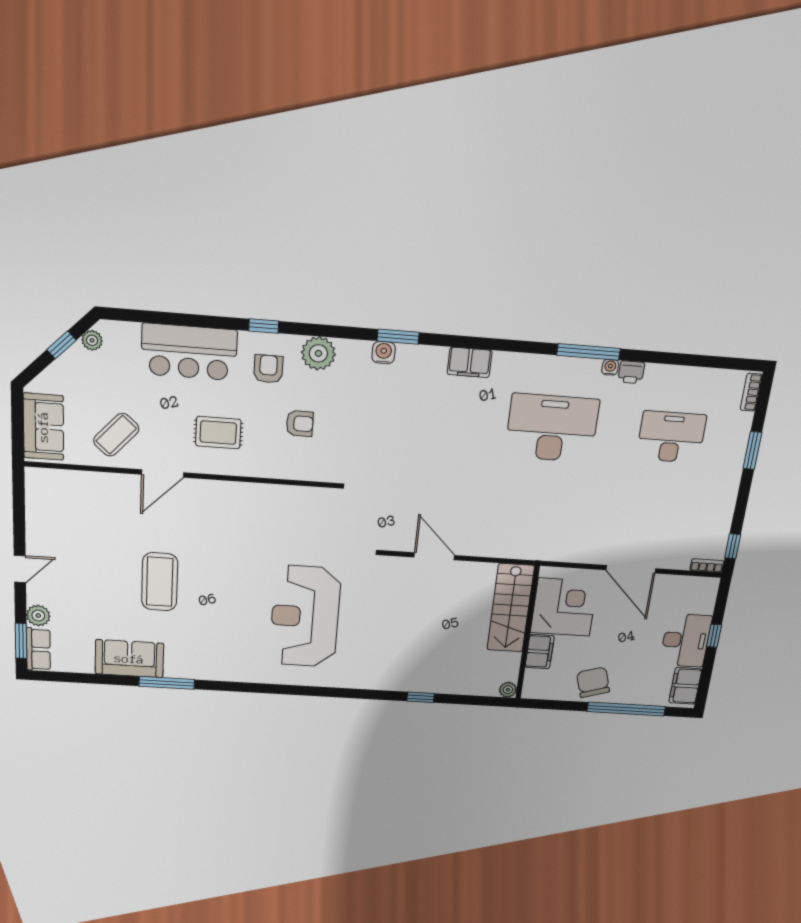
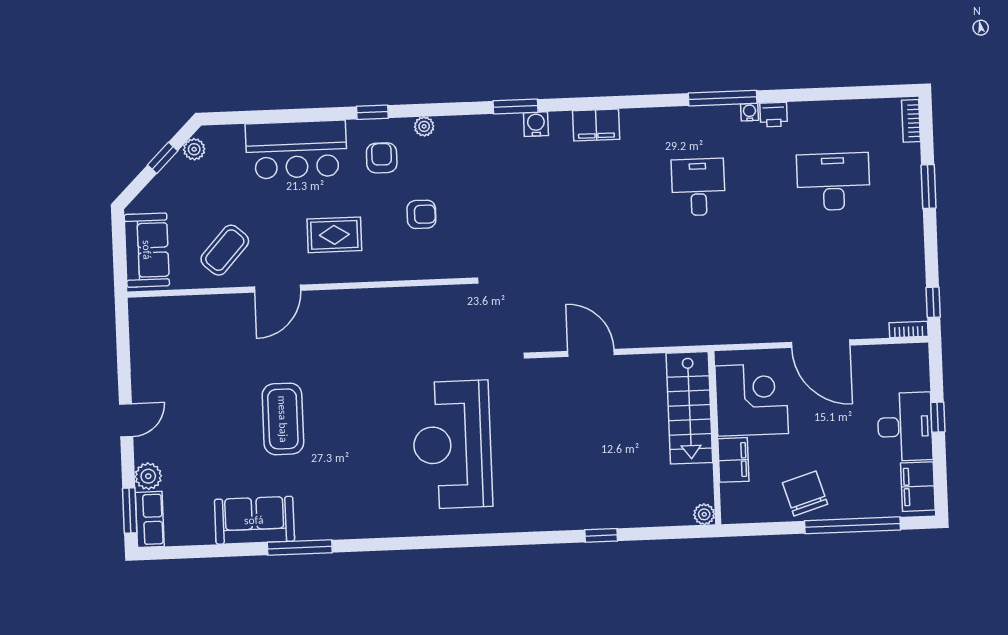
plant: (318, 353) -> (424, 126), width x0.53, depth x0.53
water cooler: (384, 353) -> (536, 124), moved
desk: (552, 428) -> (698, 187), width x0.53, depth x0.77

